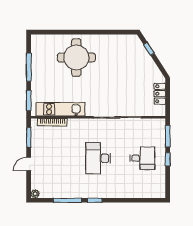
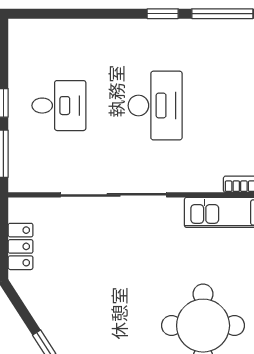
desk: (142, 158) -> (59, 106), turned 180

